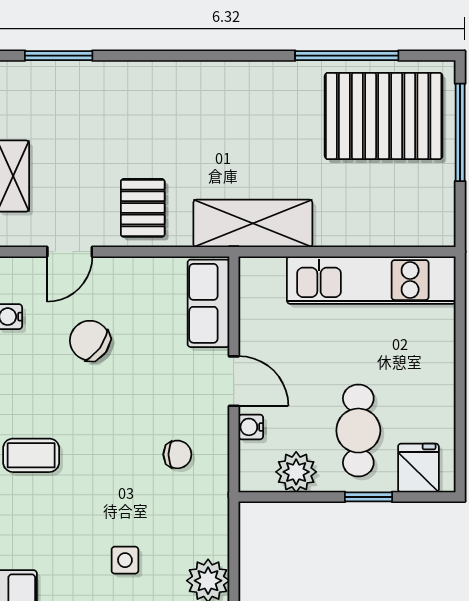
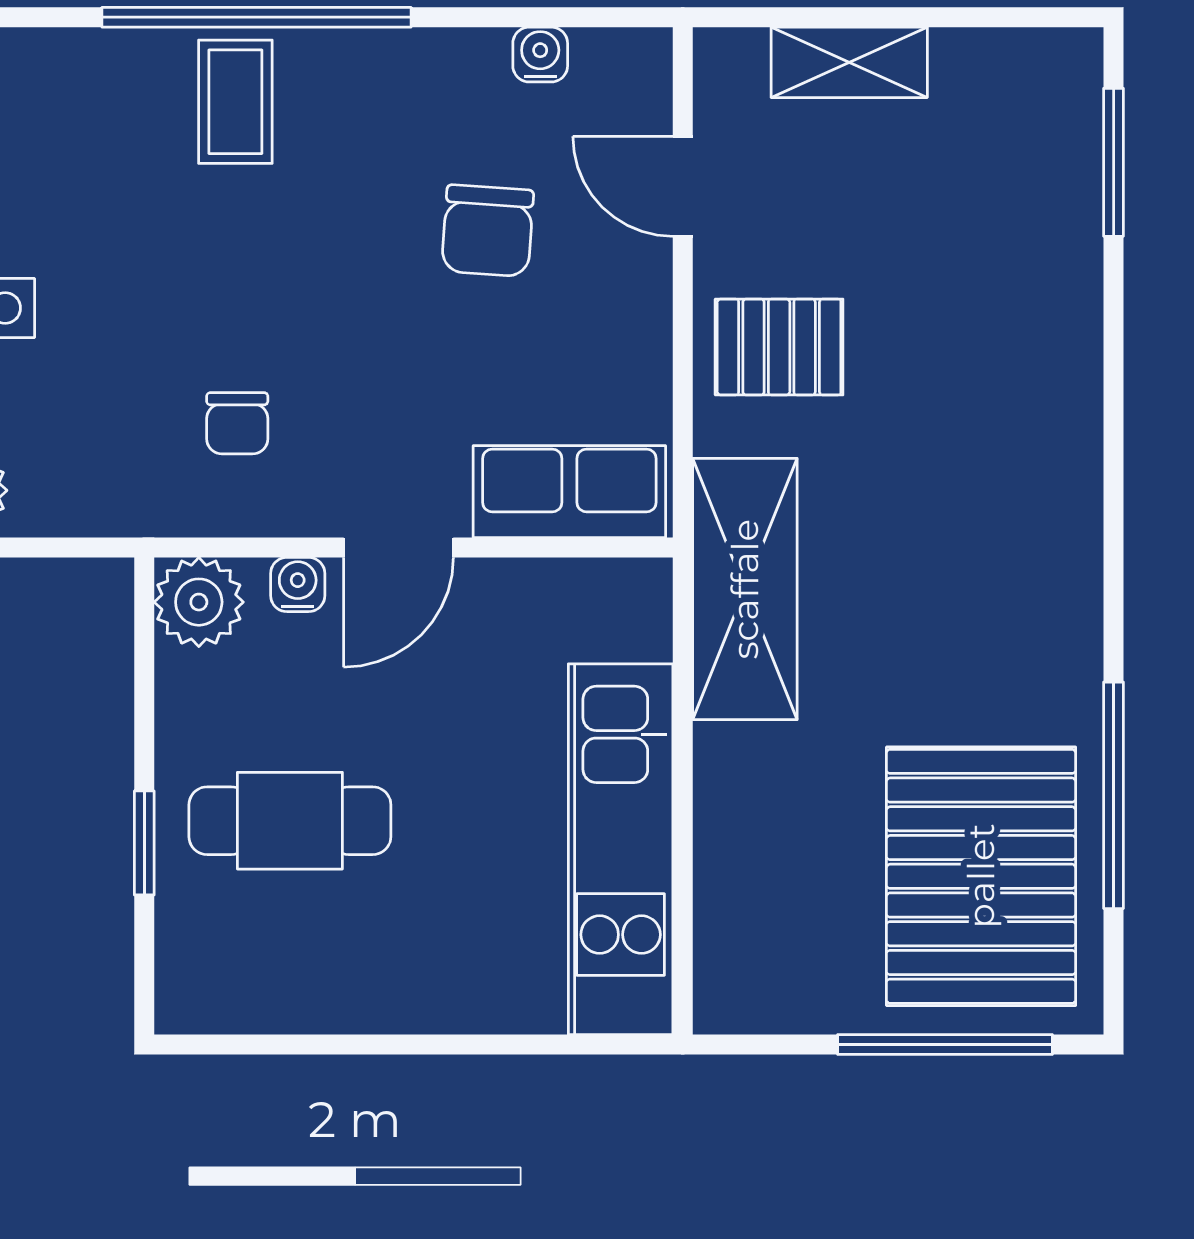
chair: (90, 341) -> (488, 231), turned 148
fridge: (418, 468) -> (208, 953), removed
plant: (296, 472) -> (199, 602), moved

